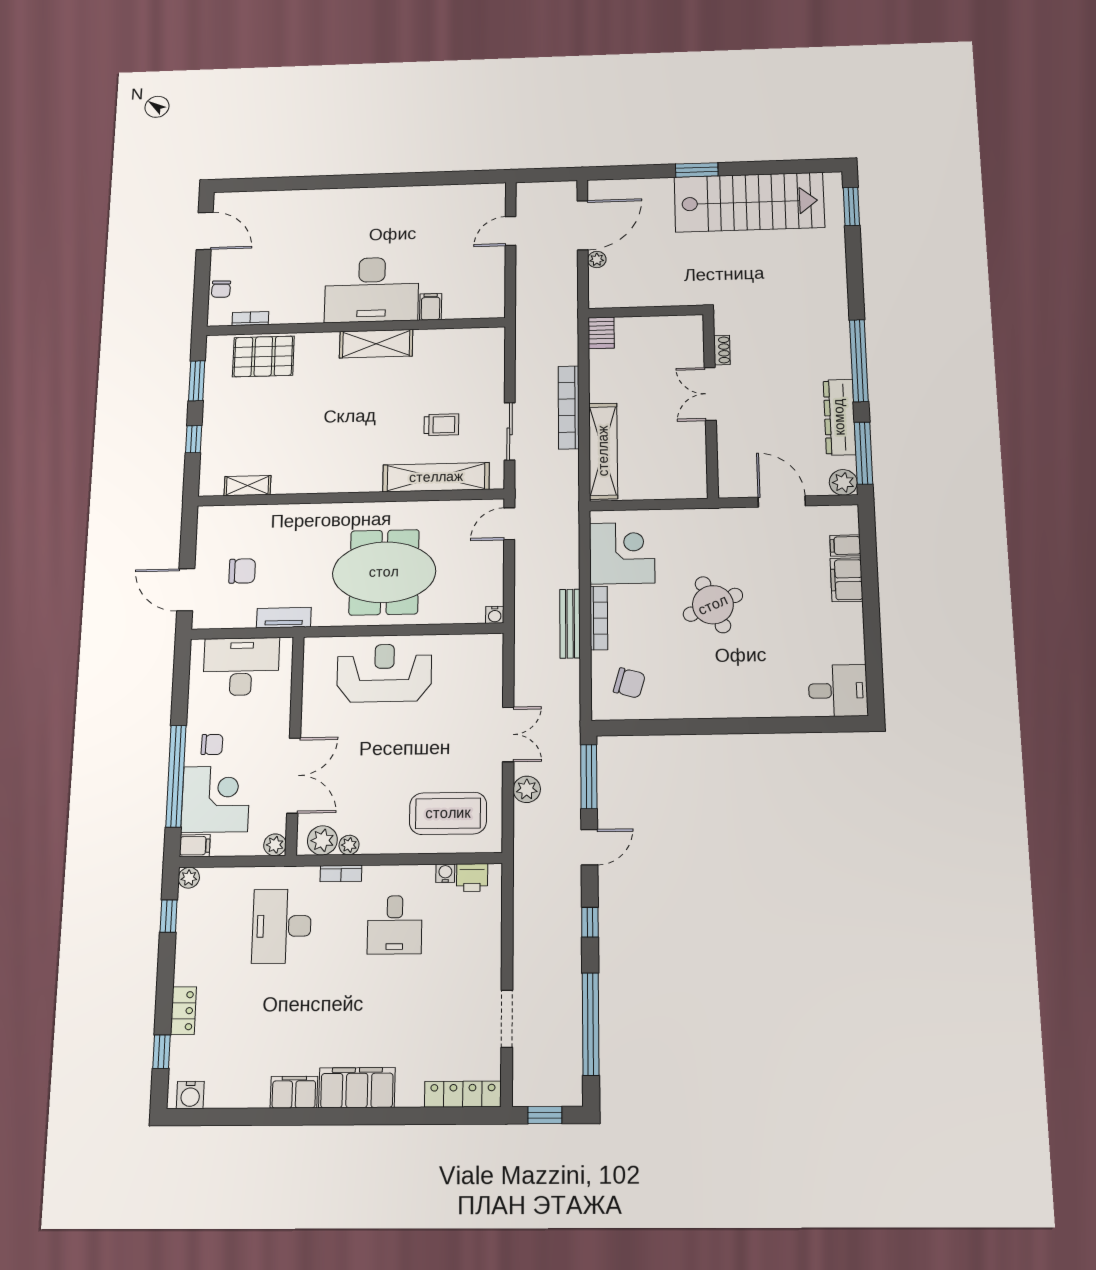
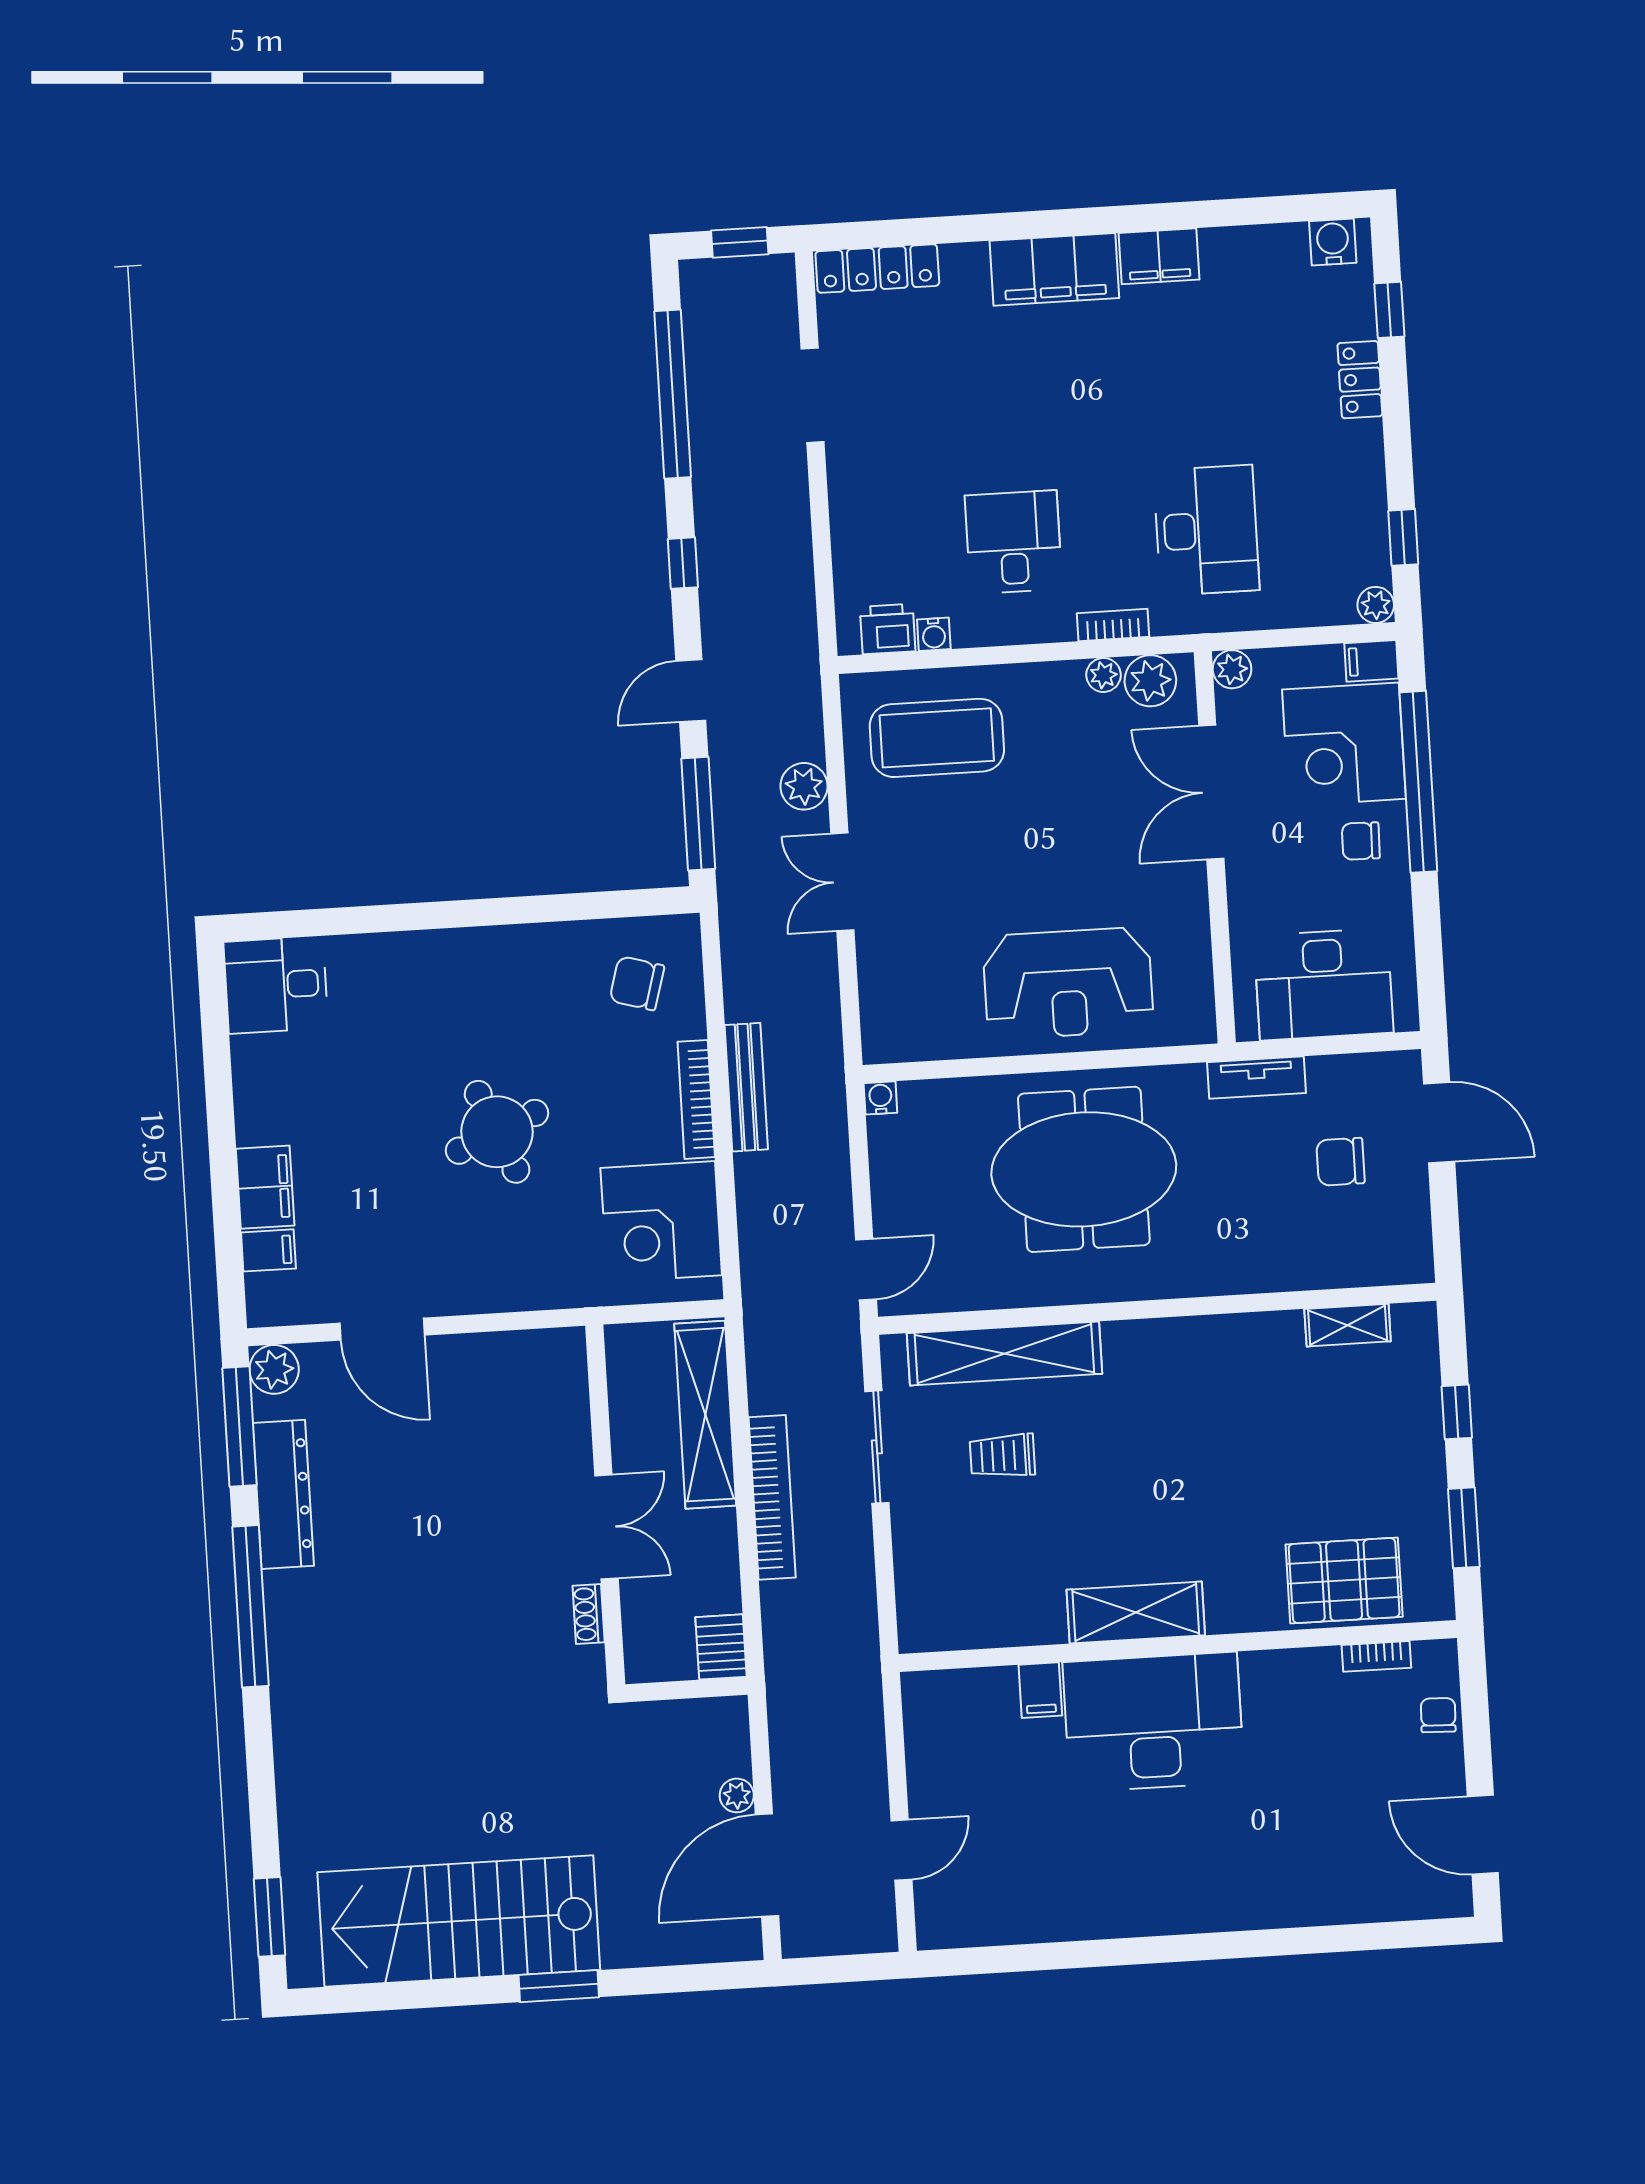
shoe rack: (722, 350) -> (589, 1614), moved
double door: (710, 394) -> (607, 1527), moved
wall: (711, 405) -> (605, 1505), moved

